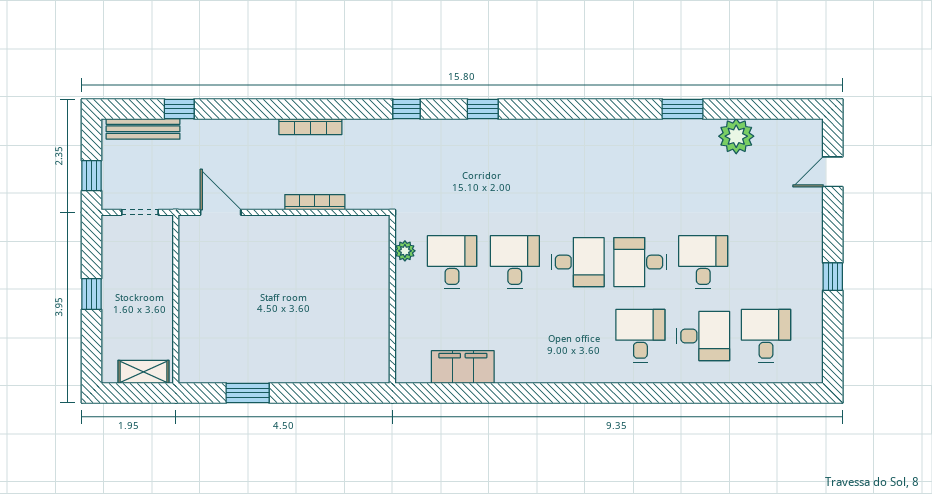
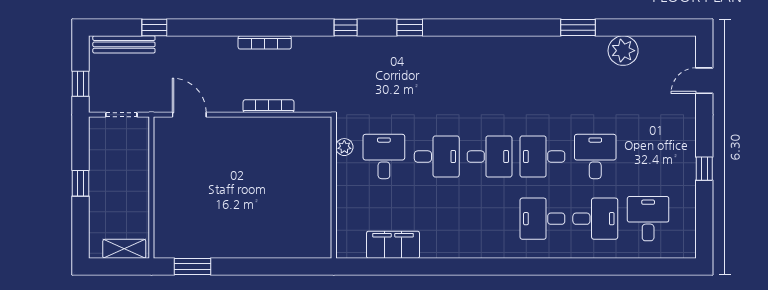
desk: (515, 262) -> (437, 157), turned 90
desk: (640, 336) -> (542, 219), turned -90
window: (248, 393) -> (193, 267), moved

